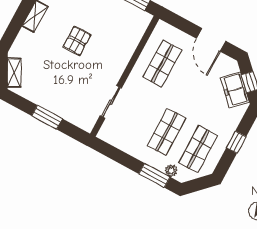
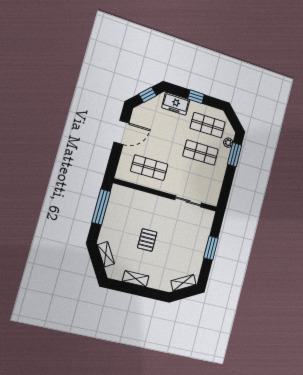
pallet: (77, 41) -> (147, 240), turned 90
freezer: (235, 90) -> (176, 104), moved, turned 45

